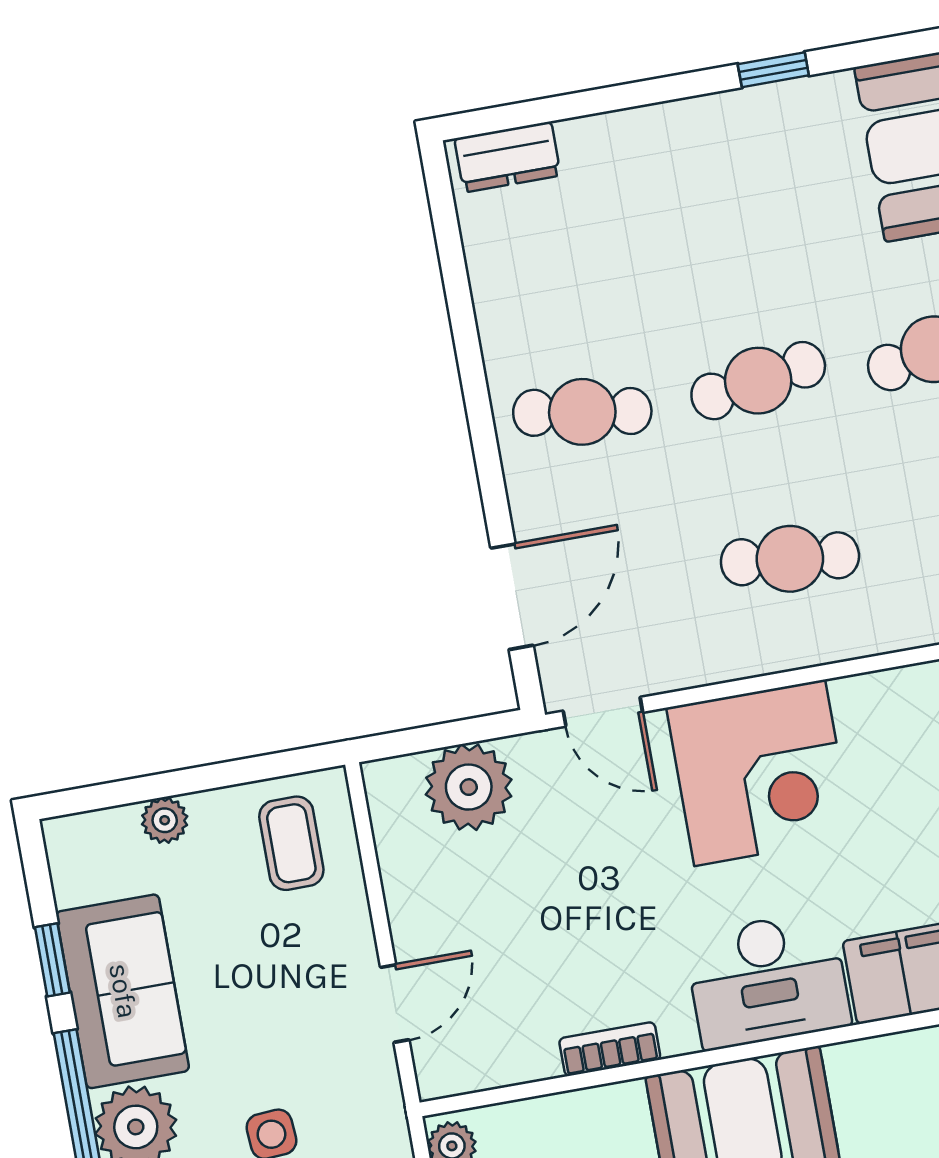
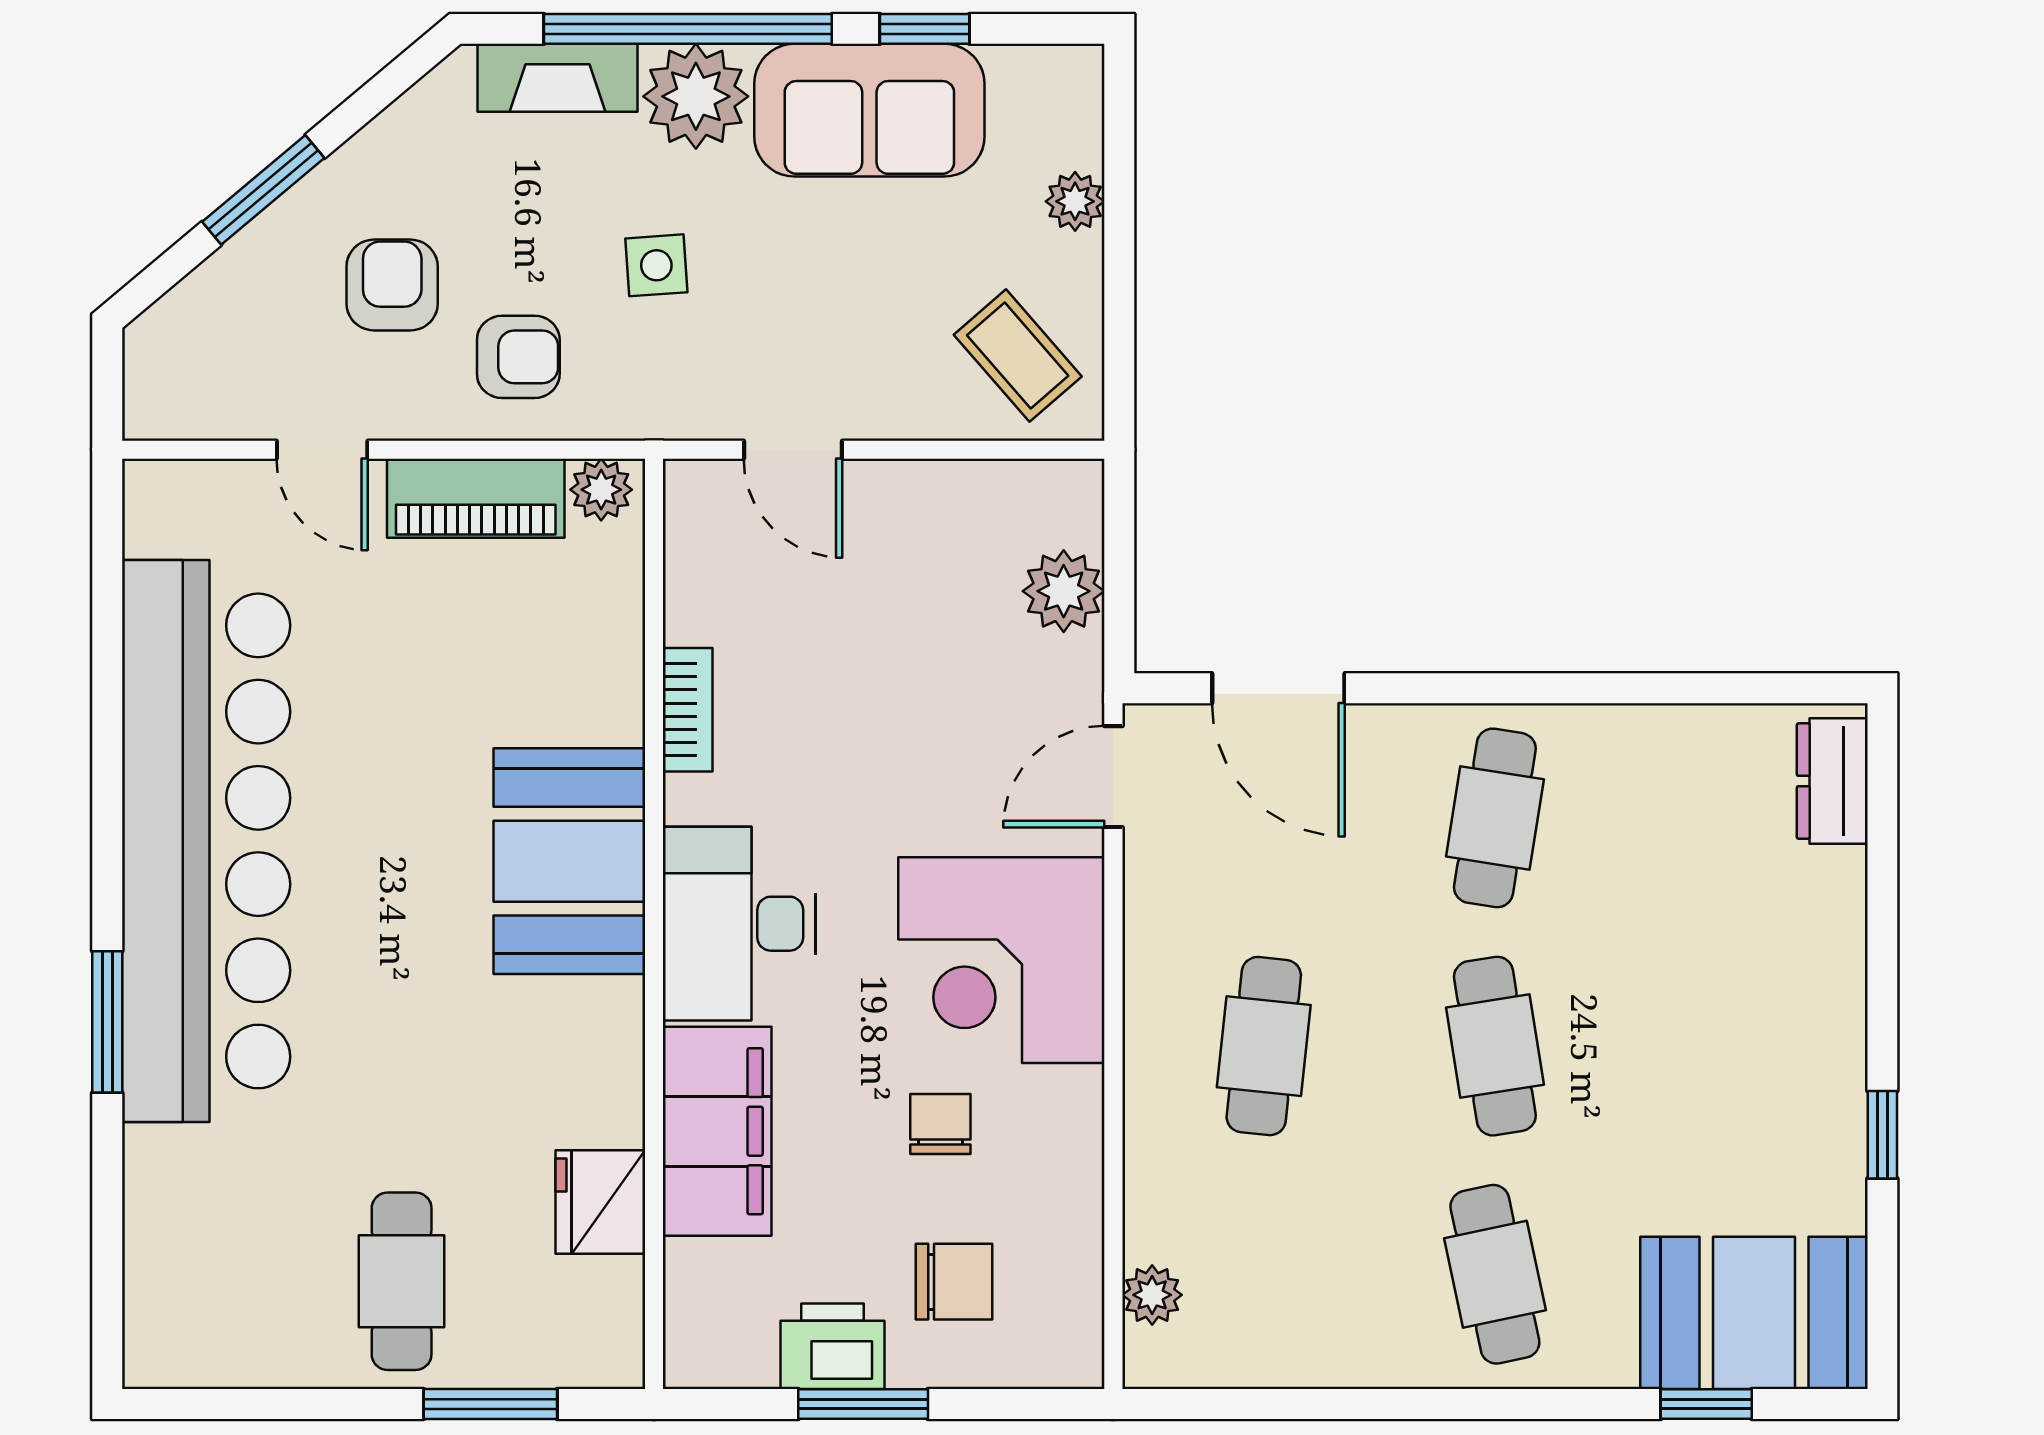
plant: (469, 787) -> (1064, 591), width x0.73, depth x0.73
chair: (894, 797) -> (940, 1124), added
coffee table: (291, 843) -> (1018, 356), turned 49

